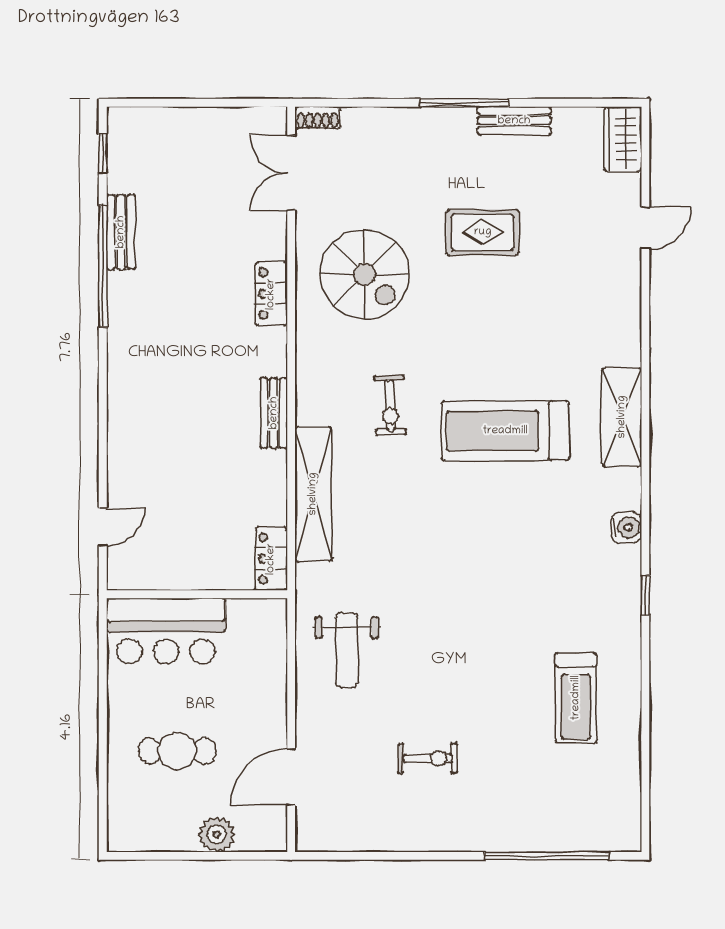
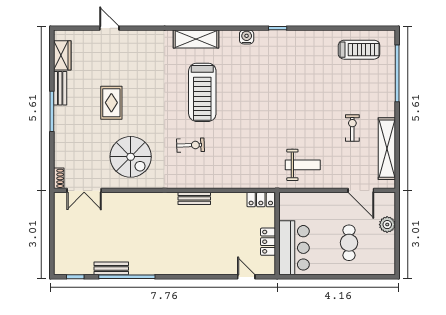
wardrobe: (623, 139) -> (62, 55), moved, turned -90
spiral stairs: (365, 274) -> (131, 157), turned 90
locker: (271, 294) -> (268, 242), moved, turned 90
shelving: (313, 494) -> (387, 149), moved, turned 90
treadmill: (576, 698) -> (359, 50), moved

